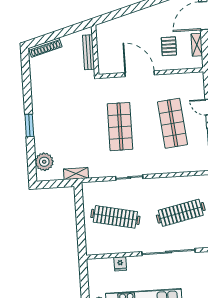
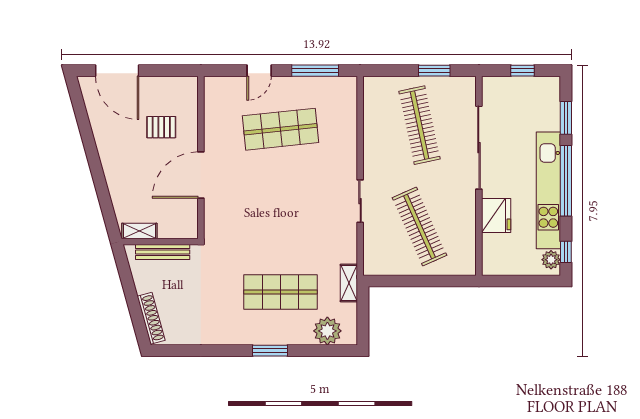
shelving: (197, 45) -> (139, 231), moved
shop shelf: (120, 127) -> (280, 292), moved
clothes rail: (115, 217) -> (420, 226), turned -36
fridge: (120, 264) -> (496, 216), width x1.88, depth x1.34

